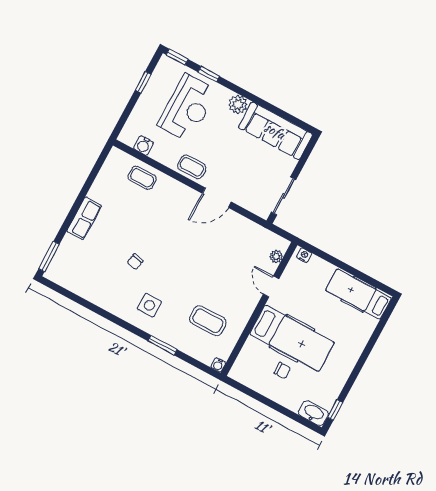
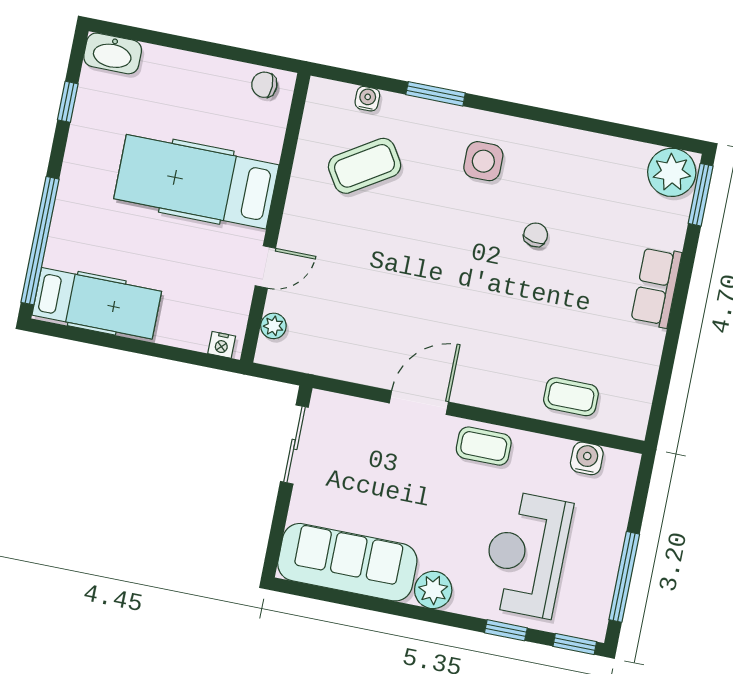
window: (143, 82) -> (624, 577), width x2.17
plant: (60, 272) -> (672, 172), added
door: (271, 286) -> (265, 267), hinge flipped
coffee table: (208, 321) -> (365, 166), turned -32
window: (377, 333) -> (40, 241), added
water cooler: (218, 365) -> (367, 99), moved
chair: (282, 371) -> (264, 85), moved
window: (335, 410) -> (68, 102), moved

